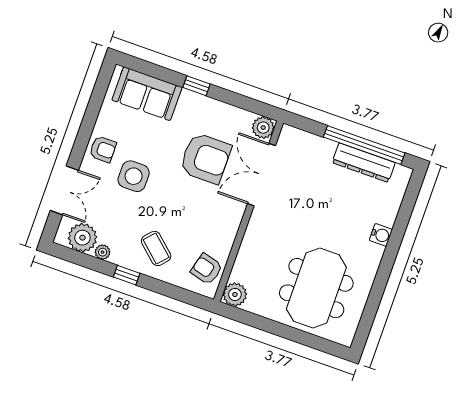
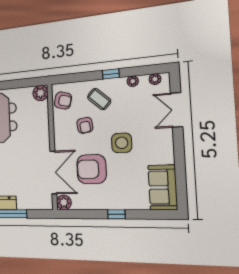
sofa: (147, 94) -> (163, 187), moved, turned -90
armchair: (103, 149) -> (85, 125), moved, turned -98
side table: (134, 176) -> (122, 143), moved
plant: (82, 238) -> (155, 79), width x0.53, depth x0.53

